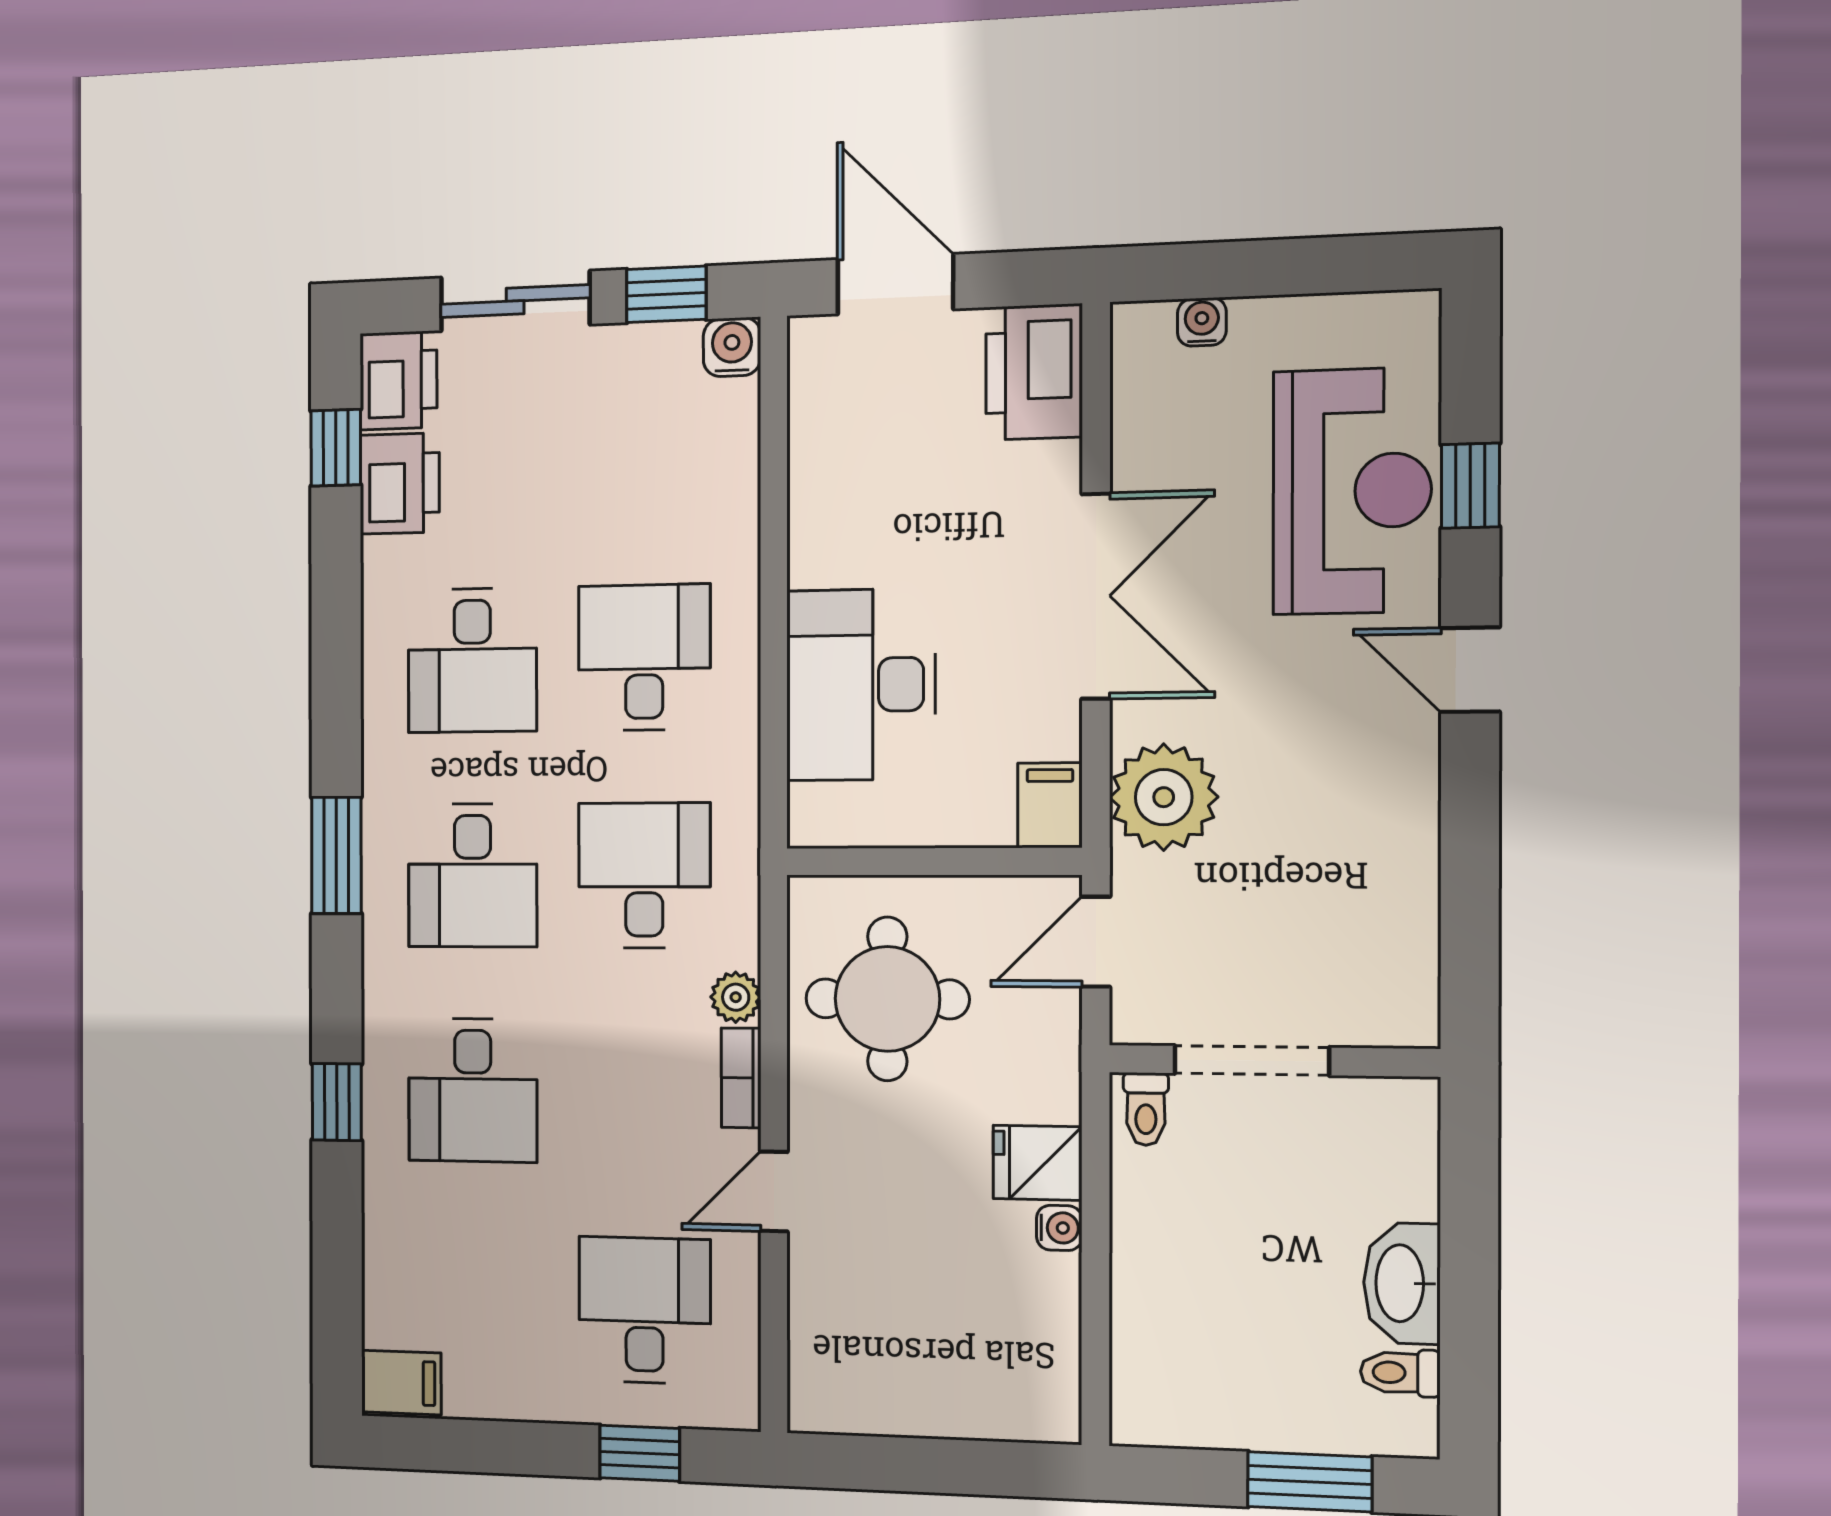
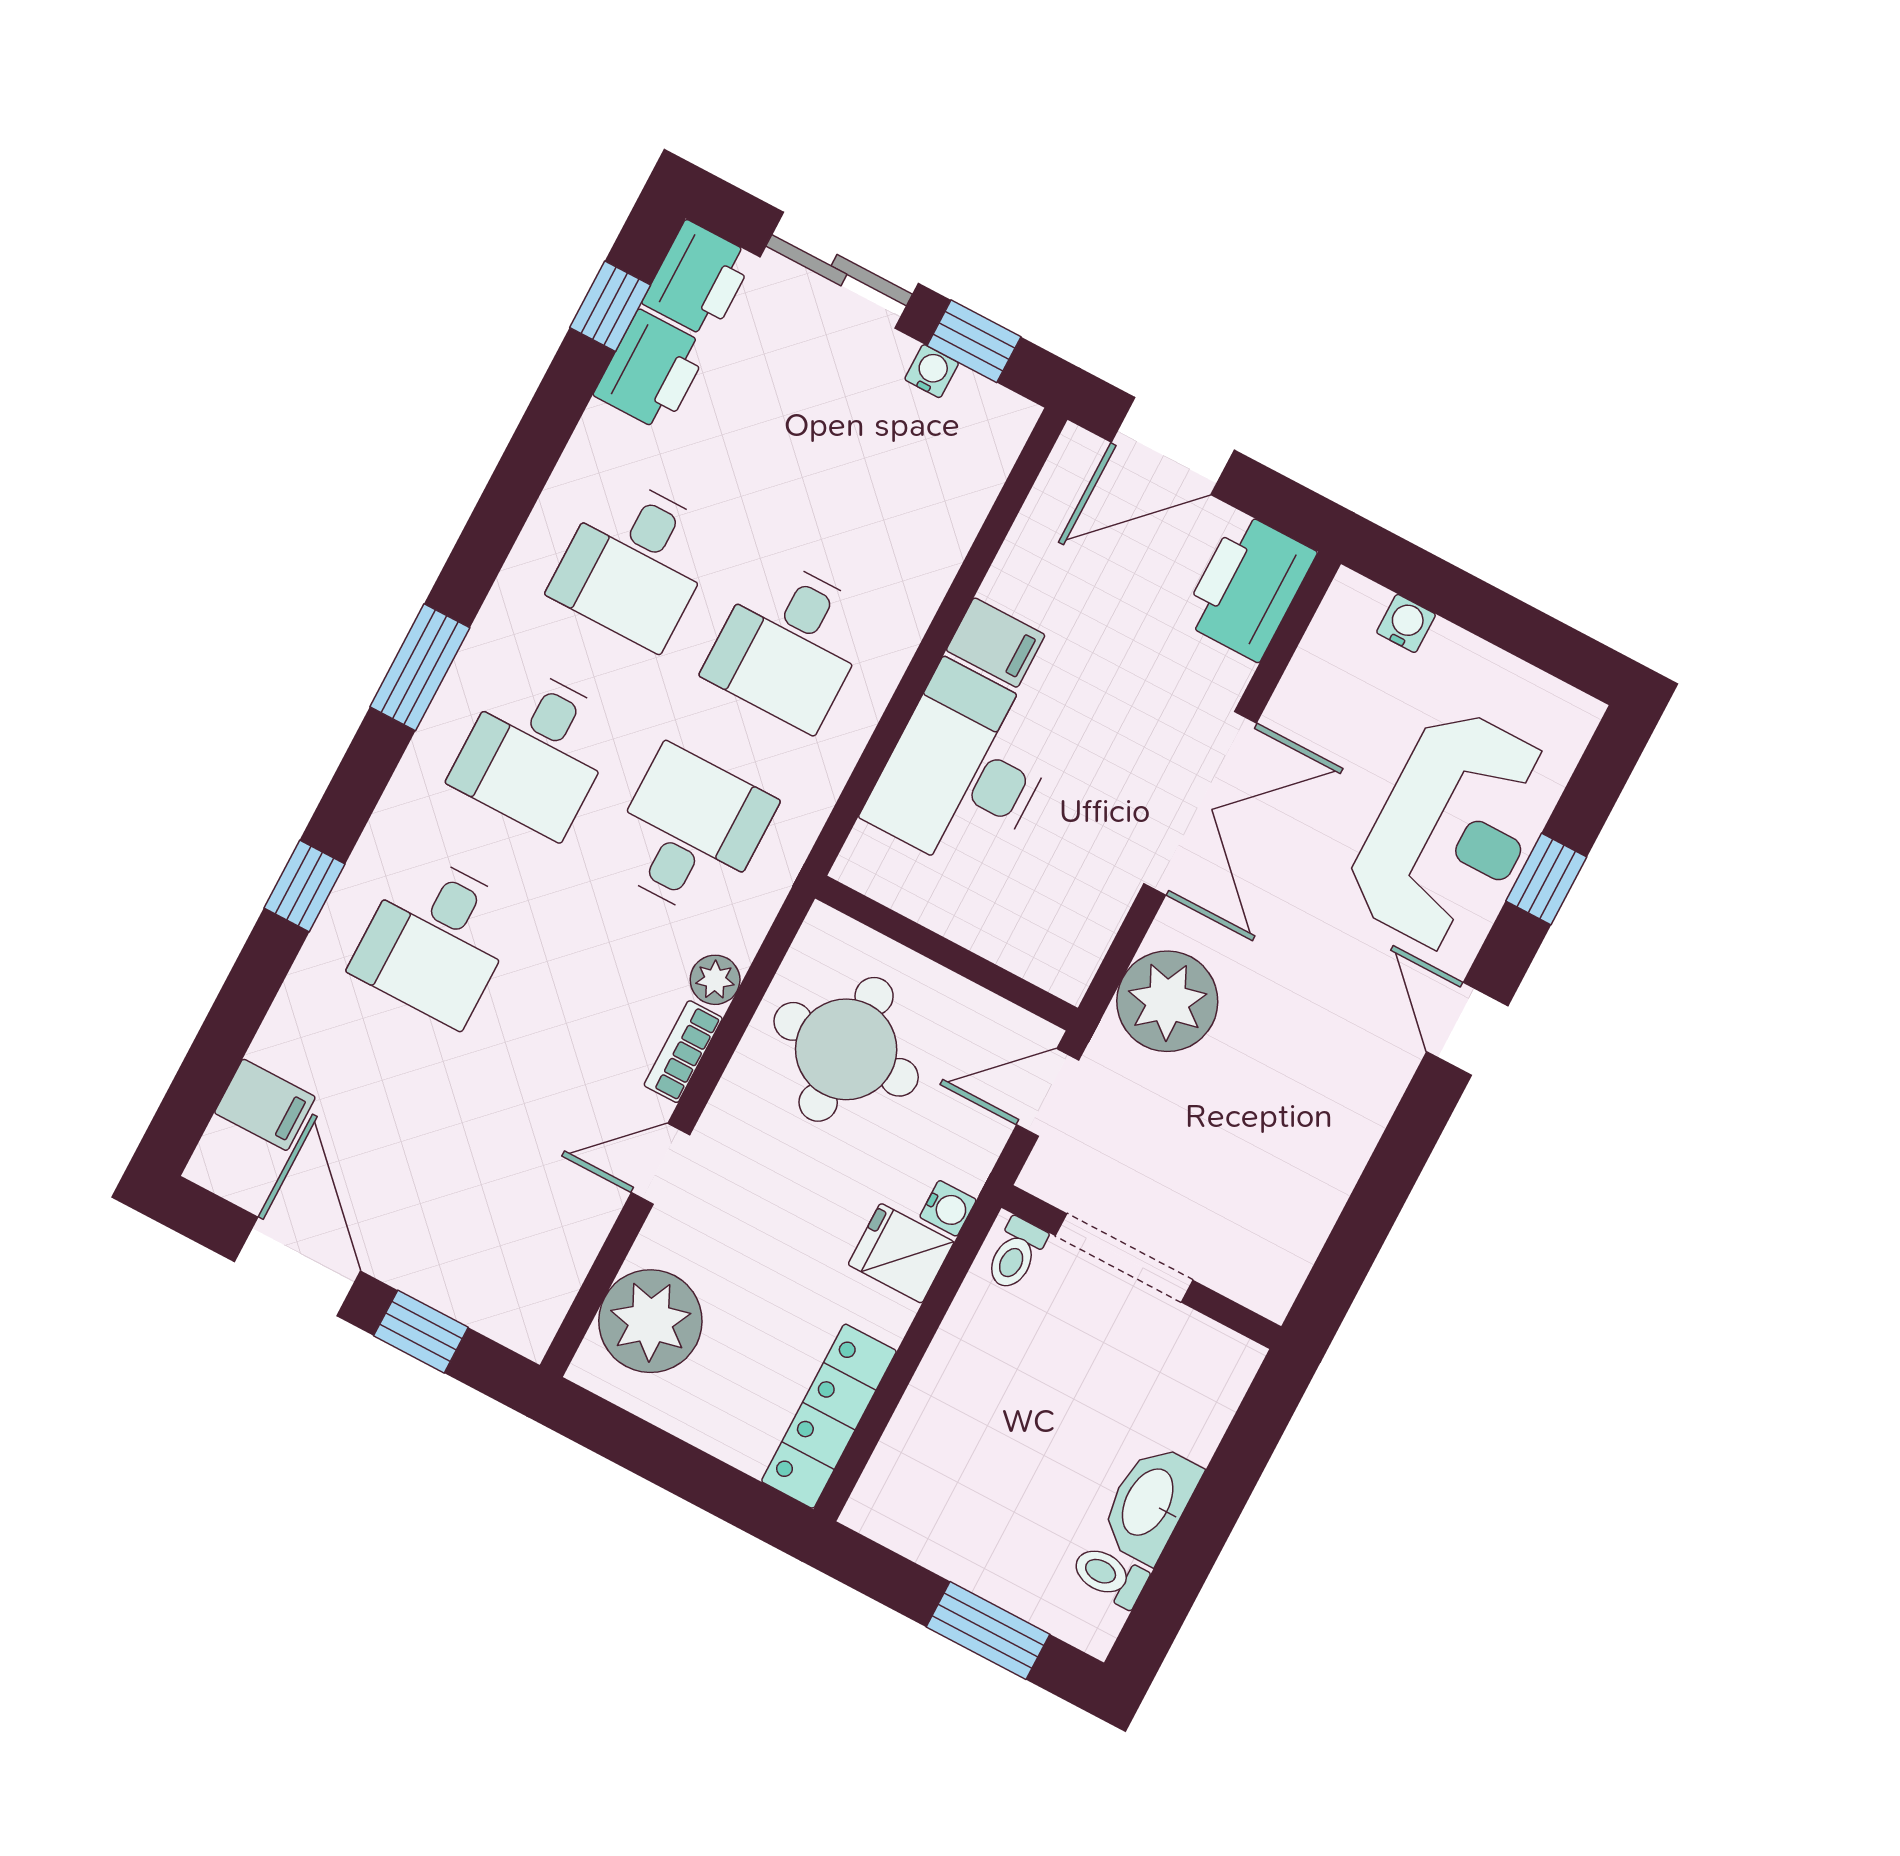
door: (895, 284) -> (1173, 446), swing flipped
water cooler: (732, 347) -> (932, 371), moved, width x0.72, depth x0.72
desk: (644, 657) -> (789, 644), turned 180
filing cabinet: (1050, 805) -> (996, 643), moved, turned 90
water cooler: (1059, 1228) -> (948, 1208), moved
desk: (645, 1310) -> (491, 1209), removed
plant: (840, 1342) -> (650, 1321), added
locker: (1050, 1350) -> (829, 1416), added
filing cabinet: (401, 1383) -> (265, 1105), moved
door: (502, 1447) -> (298, 1266), added

